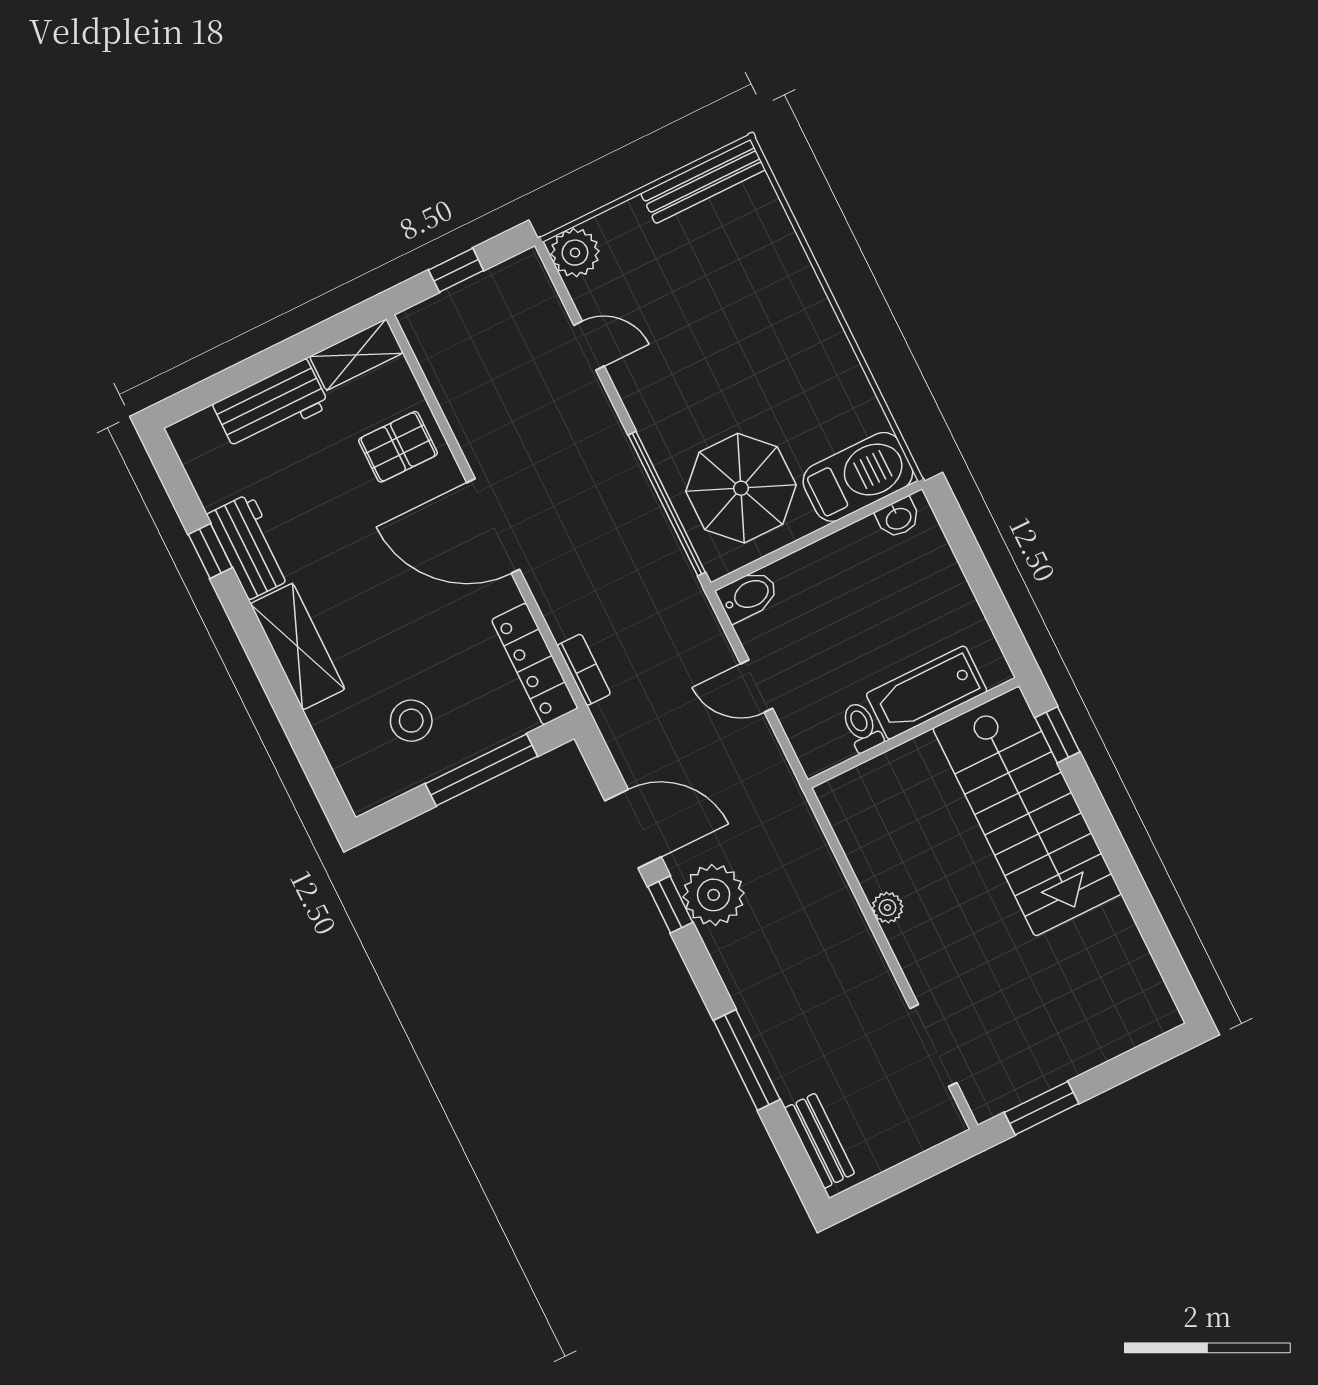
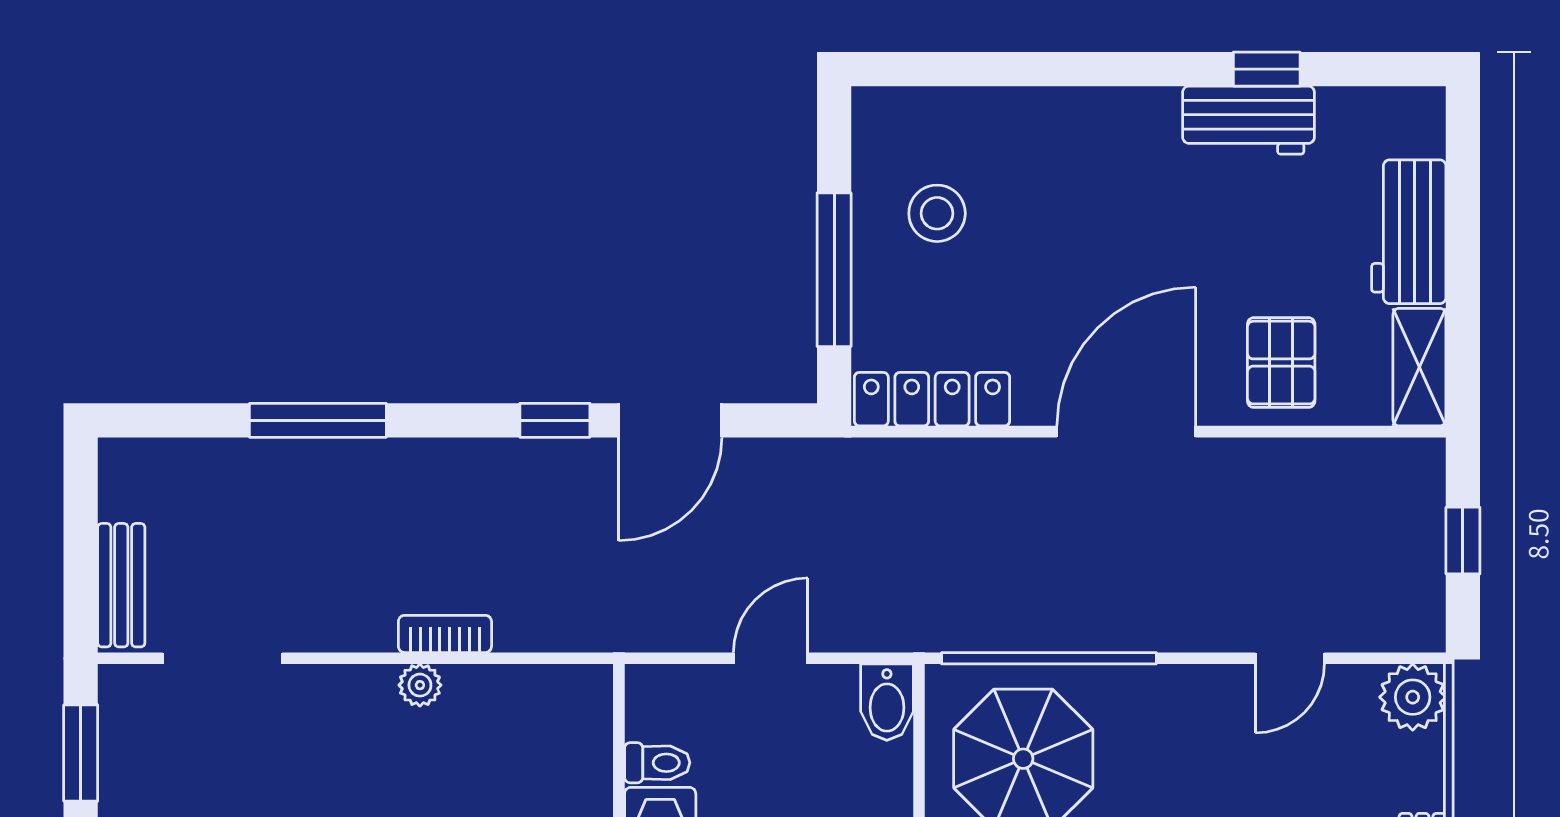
shelving: (298, 647) -> (1097, 119), removed
bookcase: (584, 670) -> (445, 634), moved, turned 180
plant: (714, 895) -> (540, 479), removed
bench: (820, 1141) -> (121, 585), moved, turned 90

